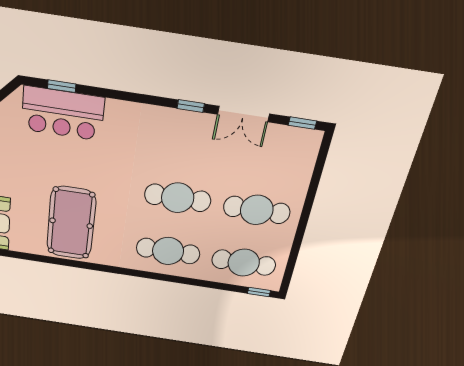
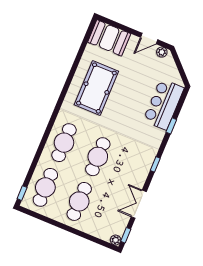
window: (62, 86) -> (171, 126), moved
window: (191, 106) -> (155, 164), moved
plant: (313, 138) -> (116, 240), added
pool table: (71, 223) -> (96, 88), turned 90

